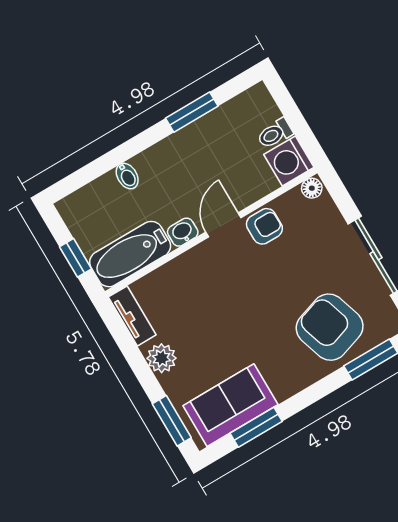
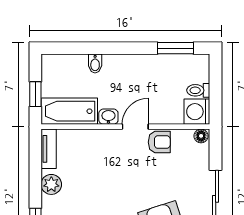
window: (192, 112) -> (176, 48), moved

